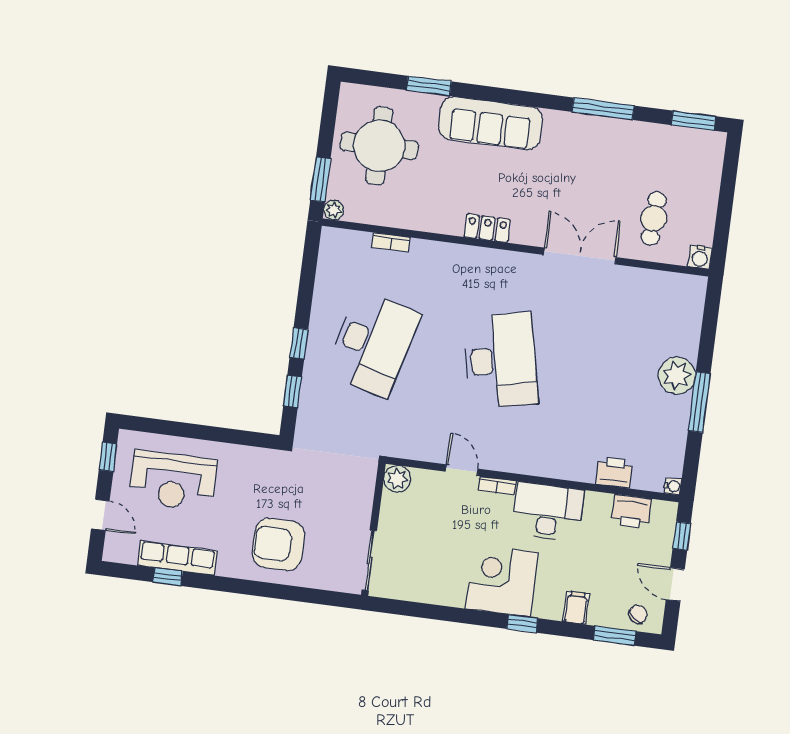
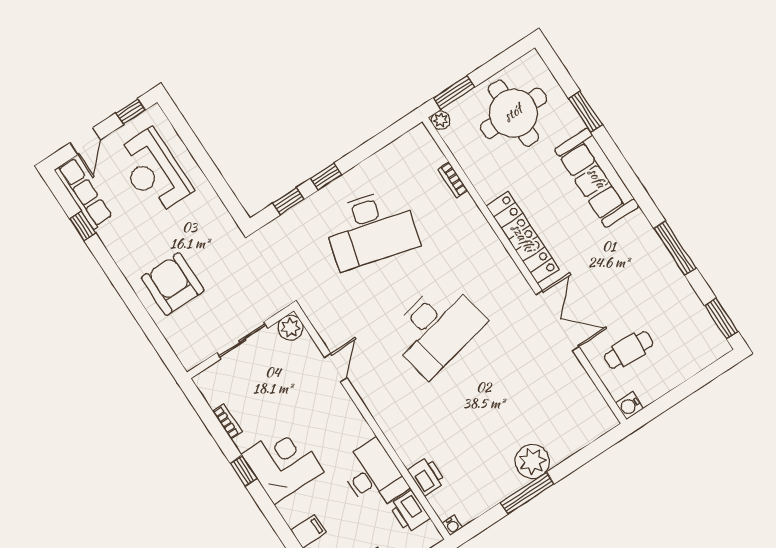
locker: (487, 228) -> (523, 238), width x2.16, depth x1.21
bookcase: (497, 486) -> (227, 422), moved, turned 180
desk: (548, 512) -> (373, 476), moved
row of seats: (177, 558) -> (83, 193), moved
sliding door: (369, 560) -> (242, 340), moved
window: (522, 623) -> (244, 471), moved

